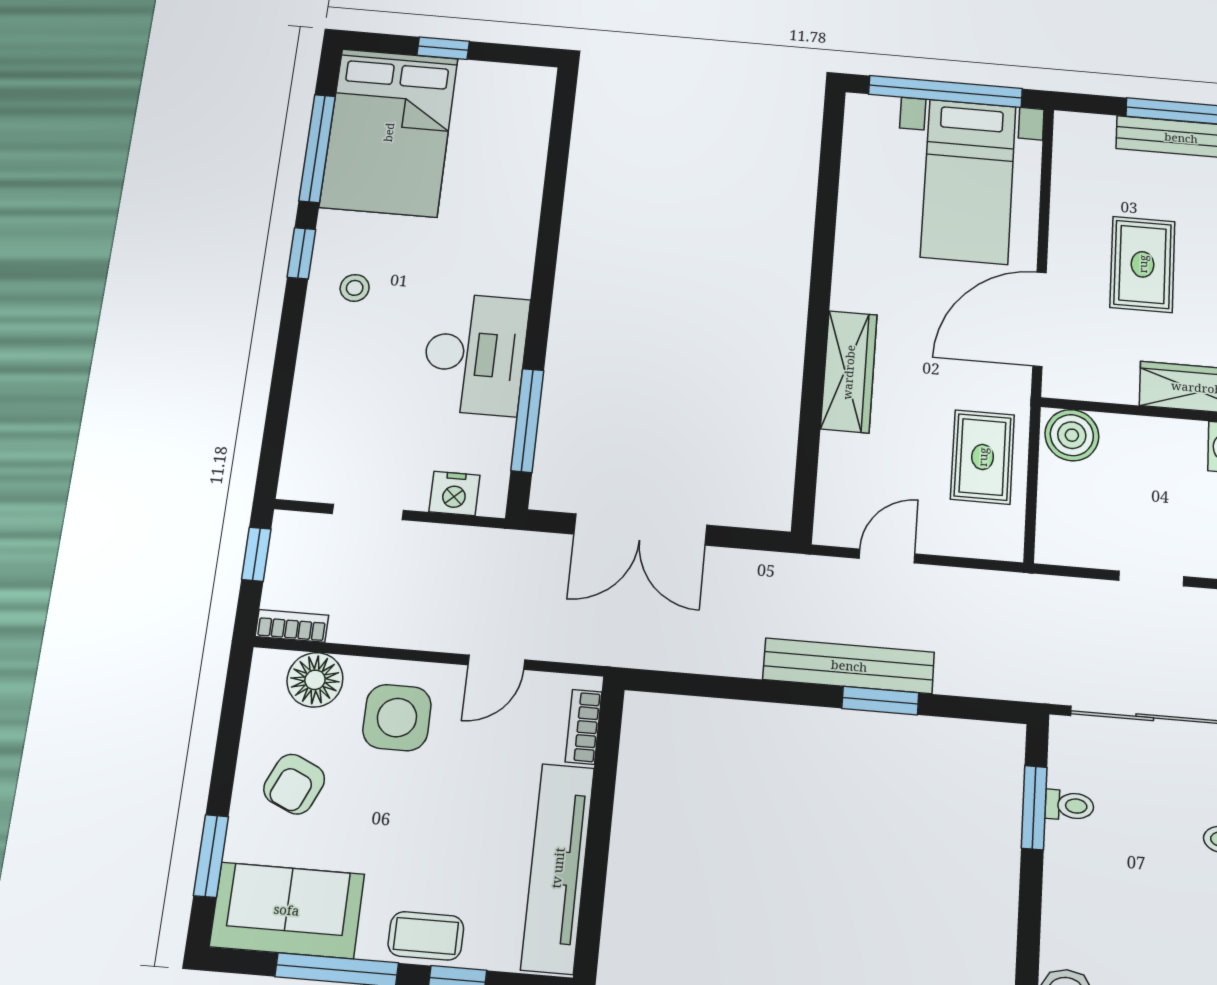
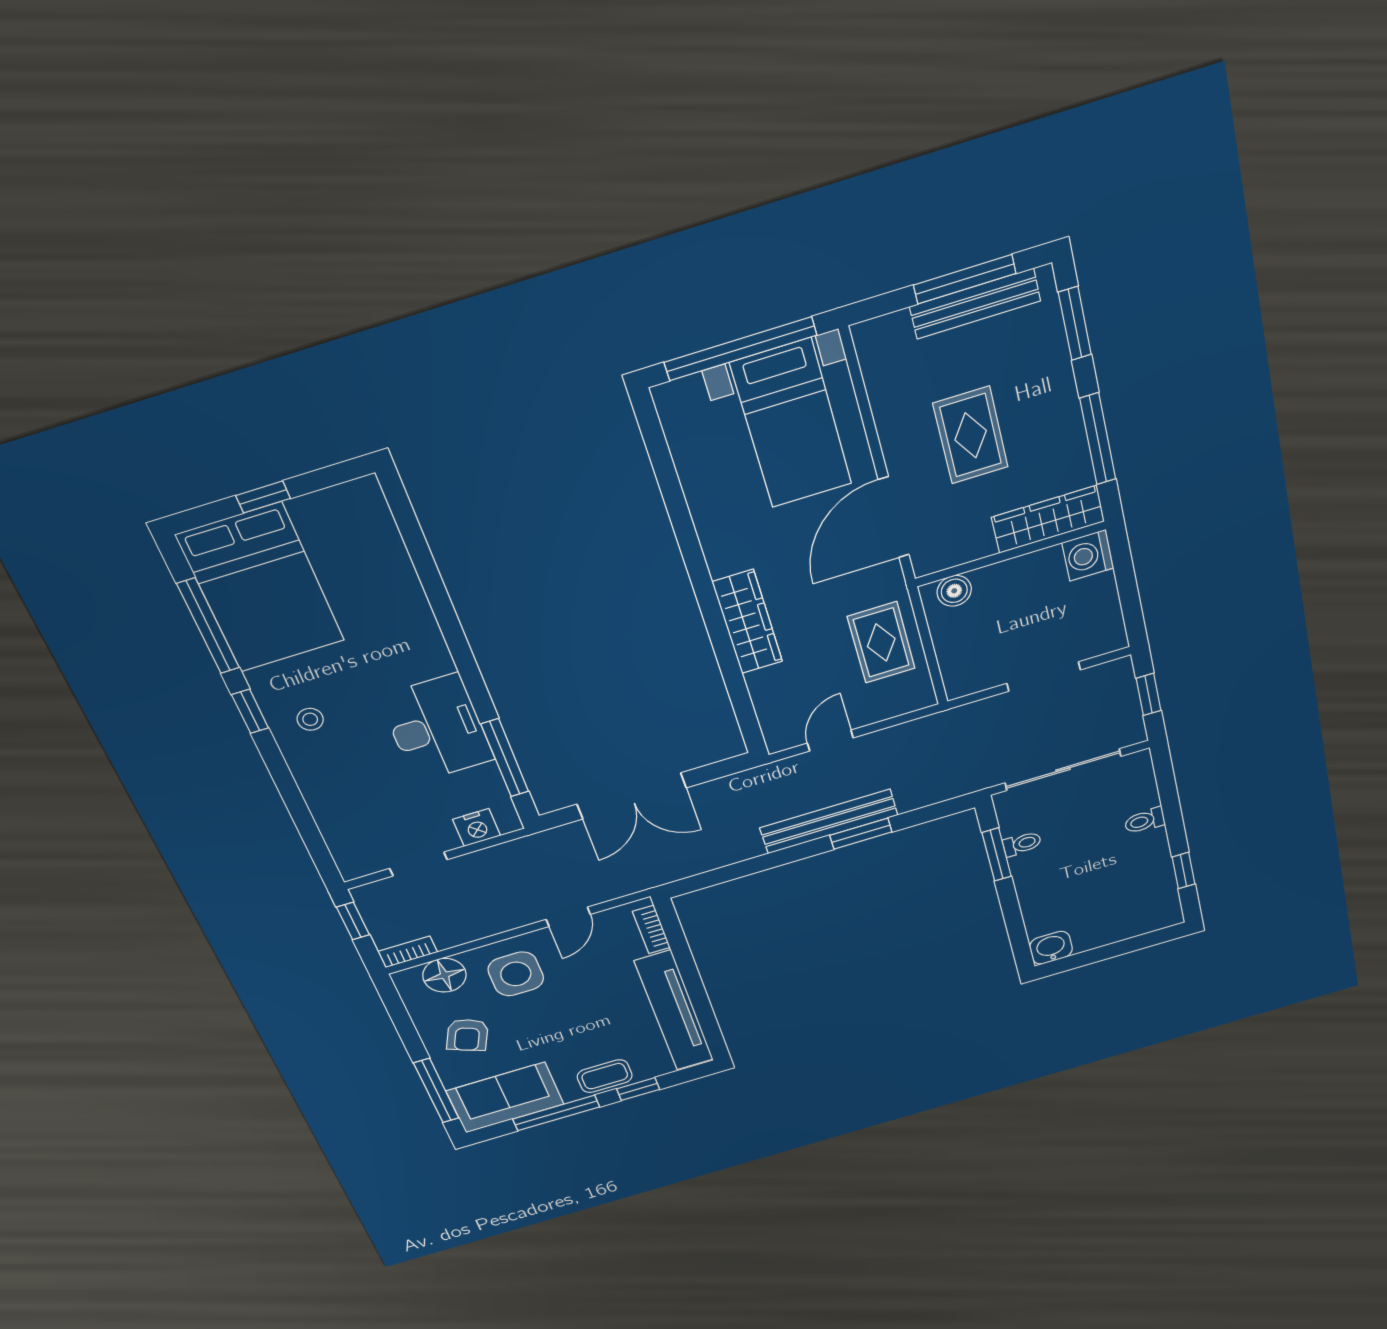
boiler: (1072, 435) -> (954, 591), width x0.73, depth x0.73
doorway: (1151, 578) -> (1044, 677), width x1.38
window: (211, 856) -> (436, 1091), width x1.44

